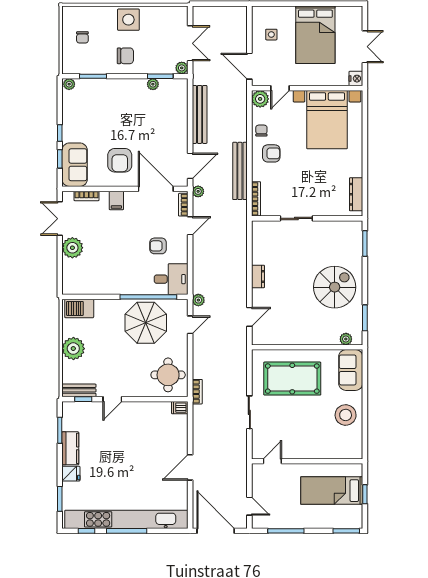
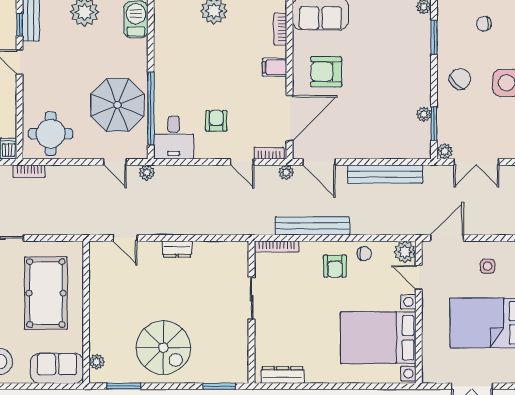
chair: (125, 56) -> (460, 79), turned -133
nightstand: (356, 79) -> (431, 375), removed

